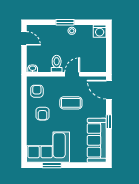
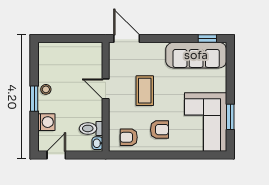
washing machine: (100, 31) -> (46, 122), moved
toilet: (57, 64) -> (91, 128), moved
door: (109, 90) -> (127, 39), swing flipped
window: (109, 122) -> (207, 39), moved

